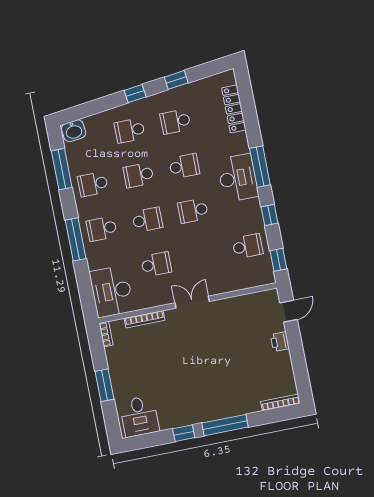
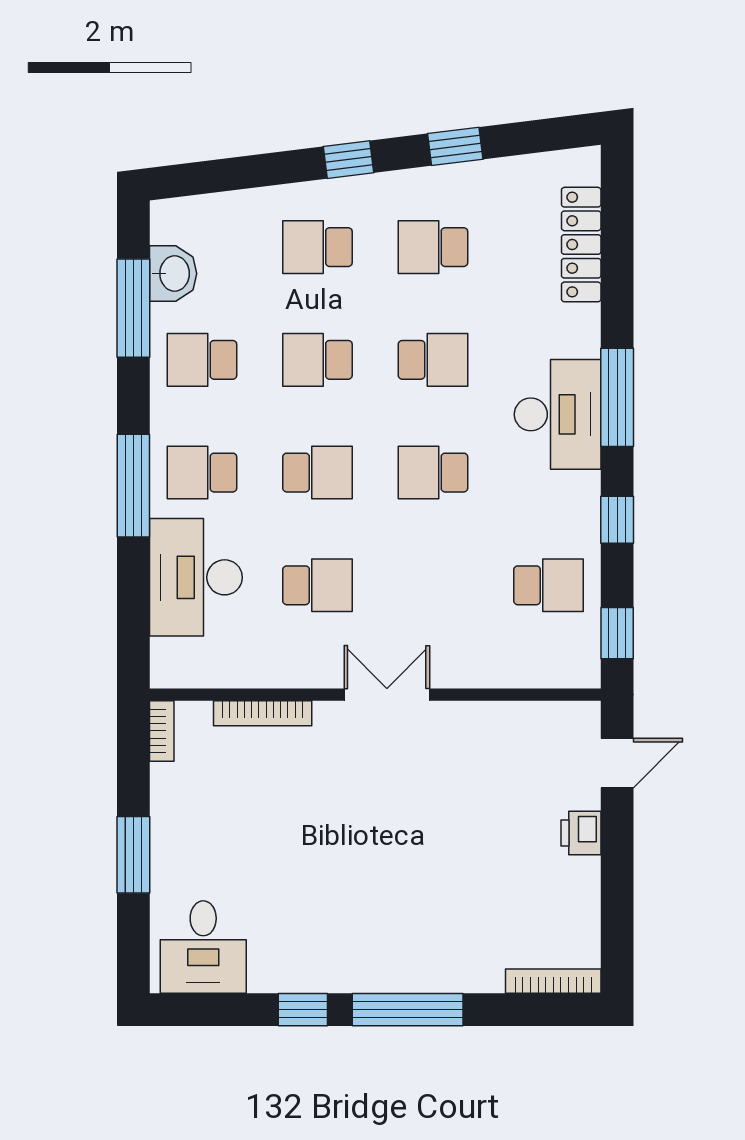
washbasin: (74, 131) -> (173, 274), moved, turned -83
desk: (112, 291) -> (196, 577), moved

